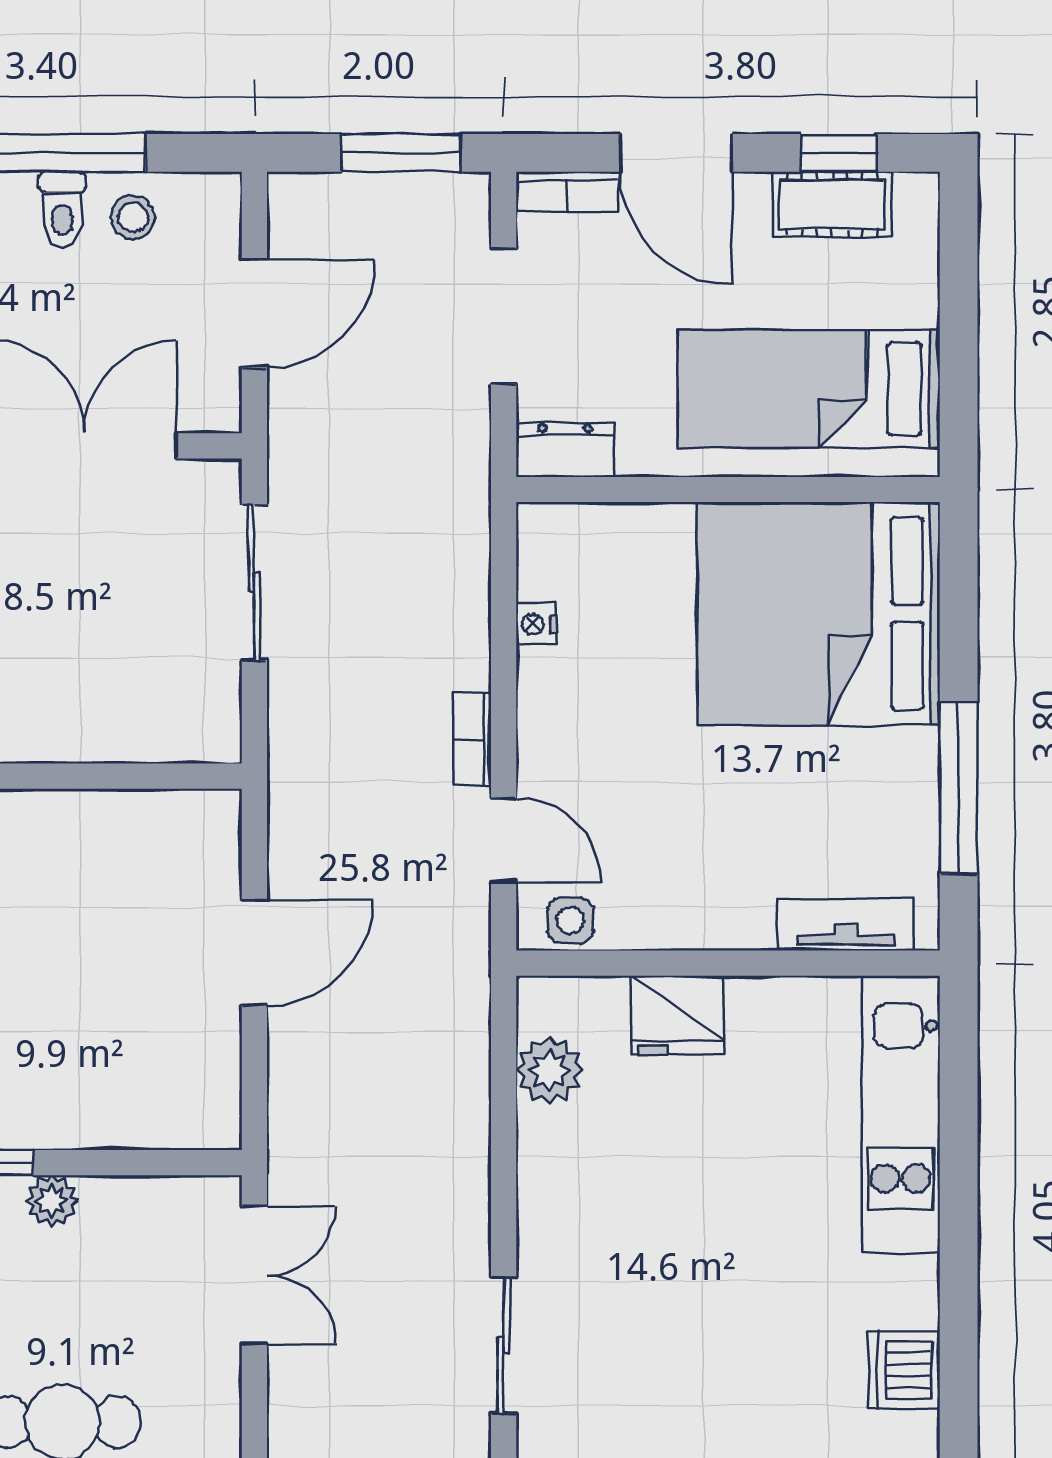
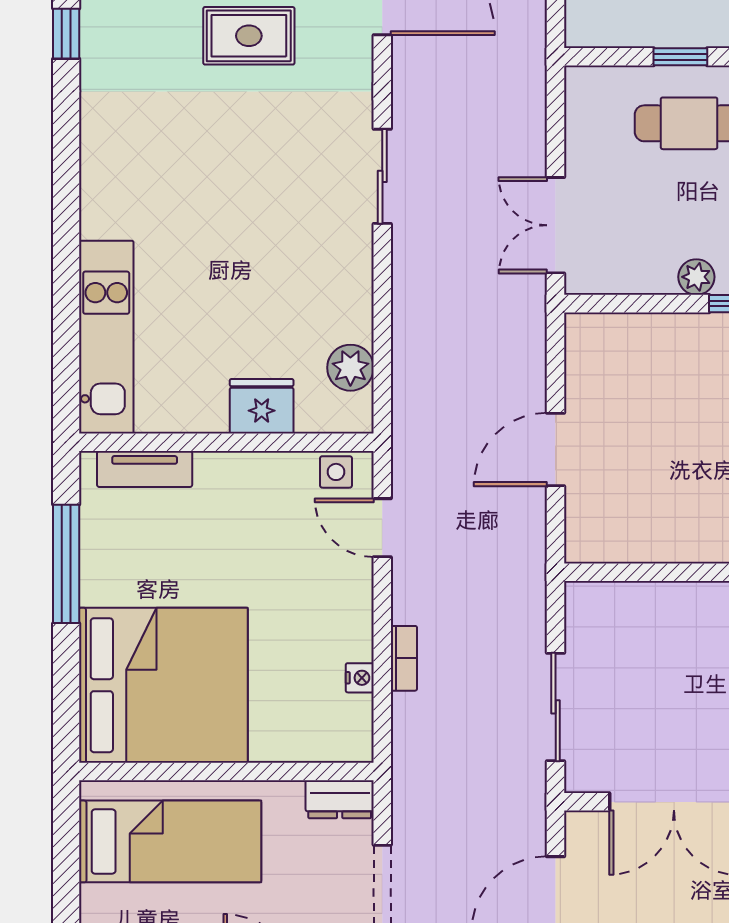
bookcase: (472, 739) -> (404, 658), moved
dishwasher: (904, 1370) -> (104, 160), removed

